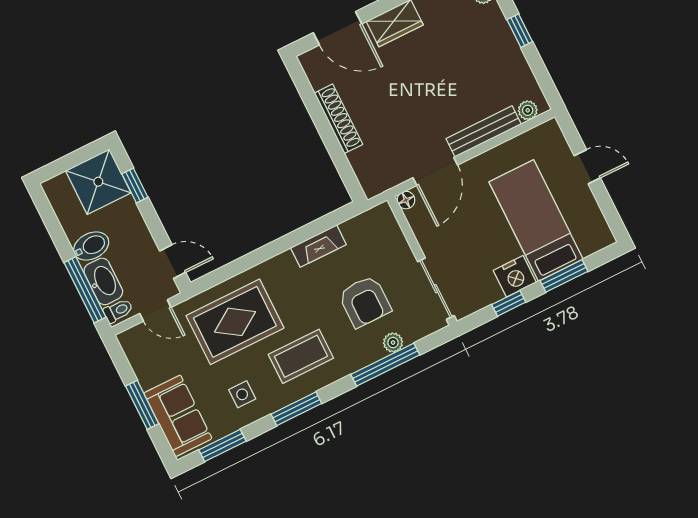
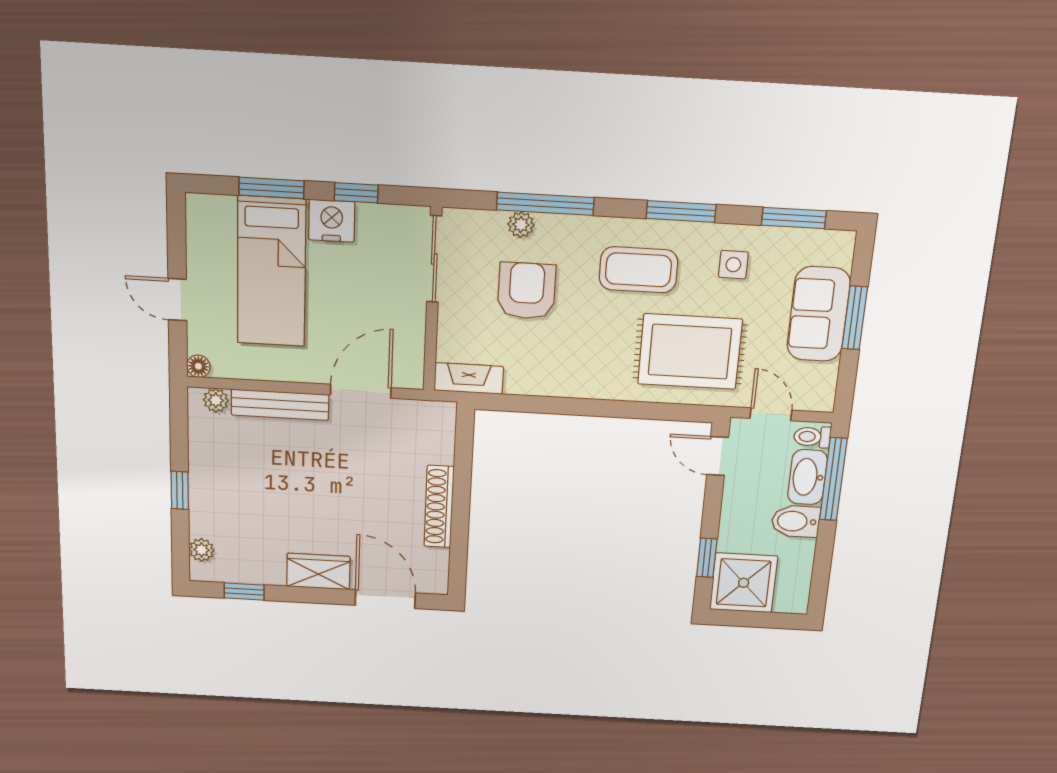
floor lamp: (406, 200) -> (198, 366), moved
fireplace: (318, 246) -> (469, 378), moved
sofa: (178, 416) -> (819, 314), moved

